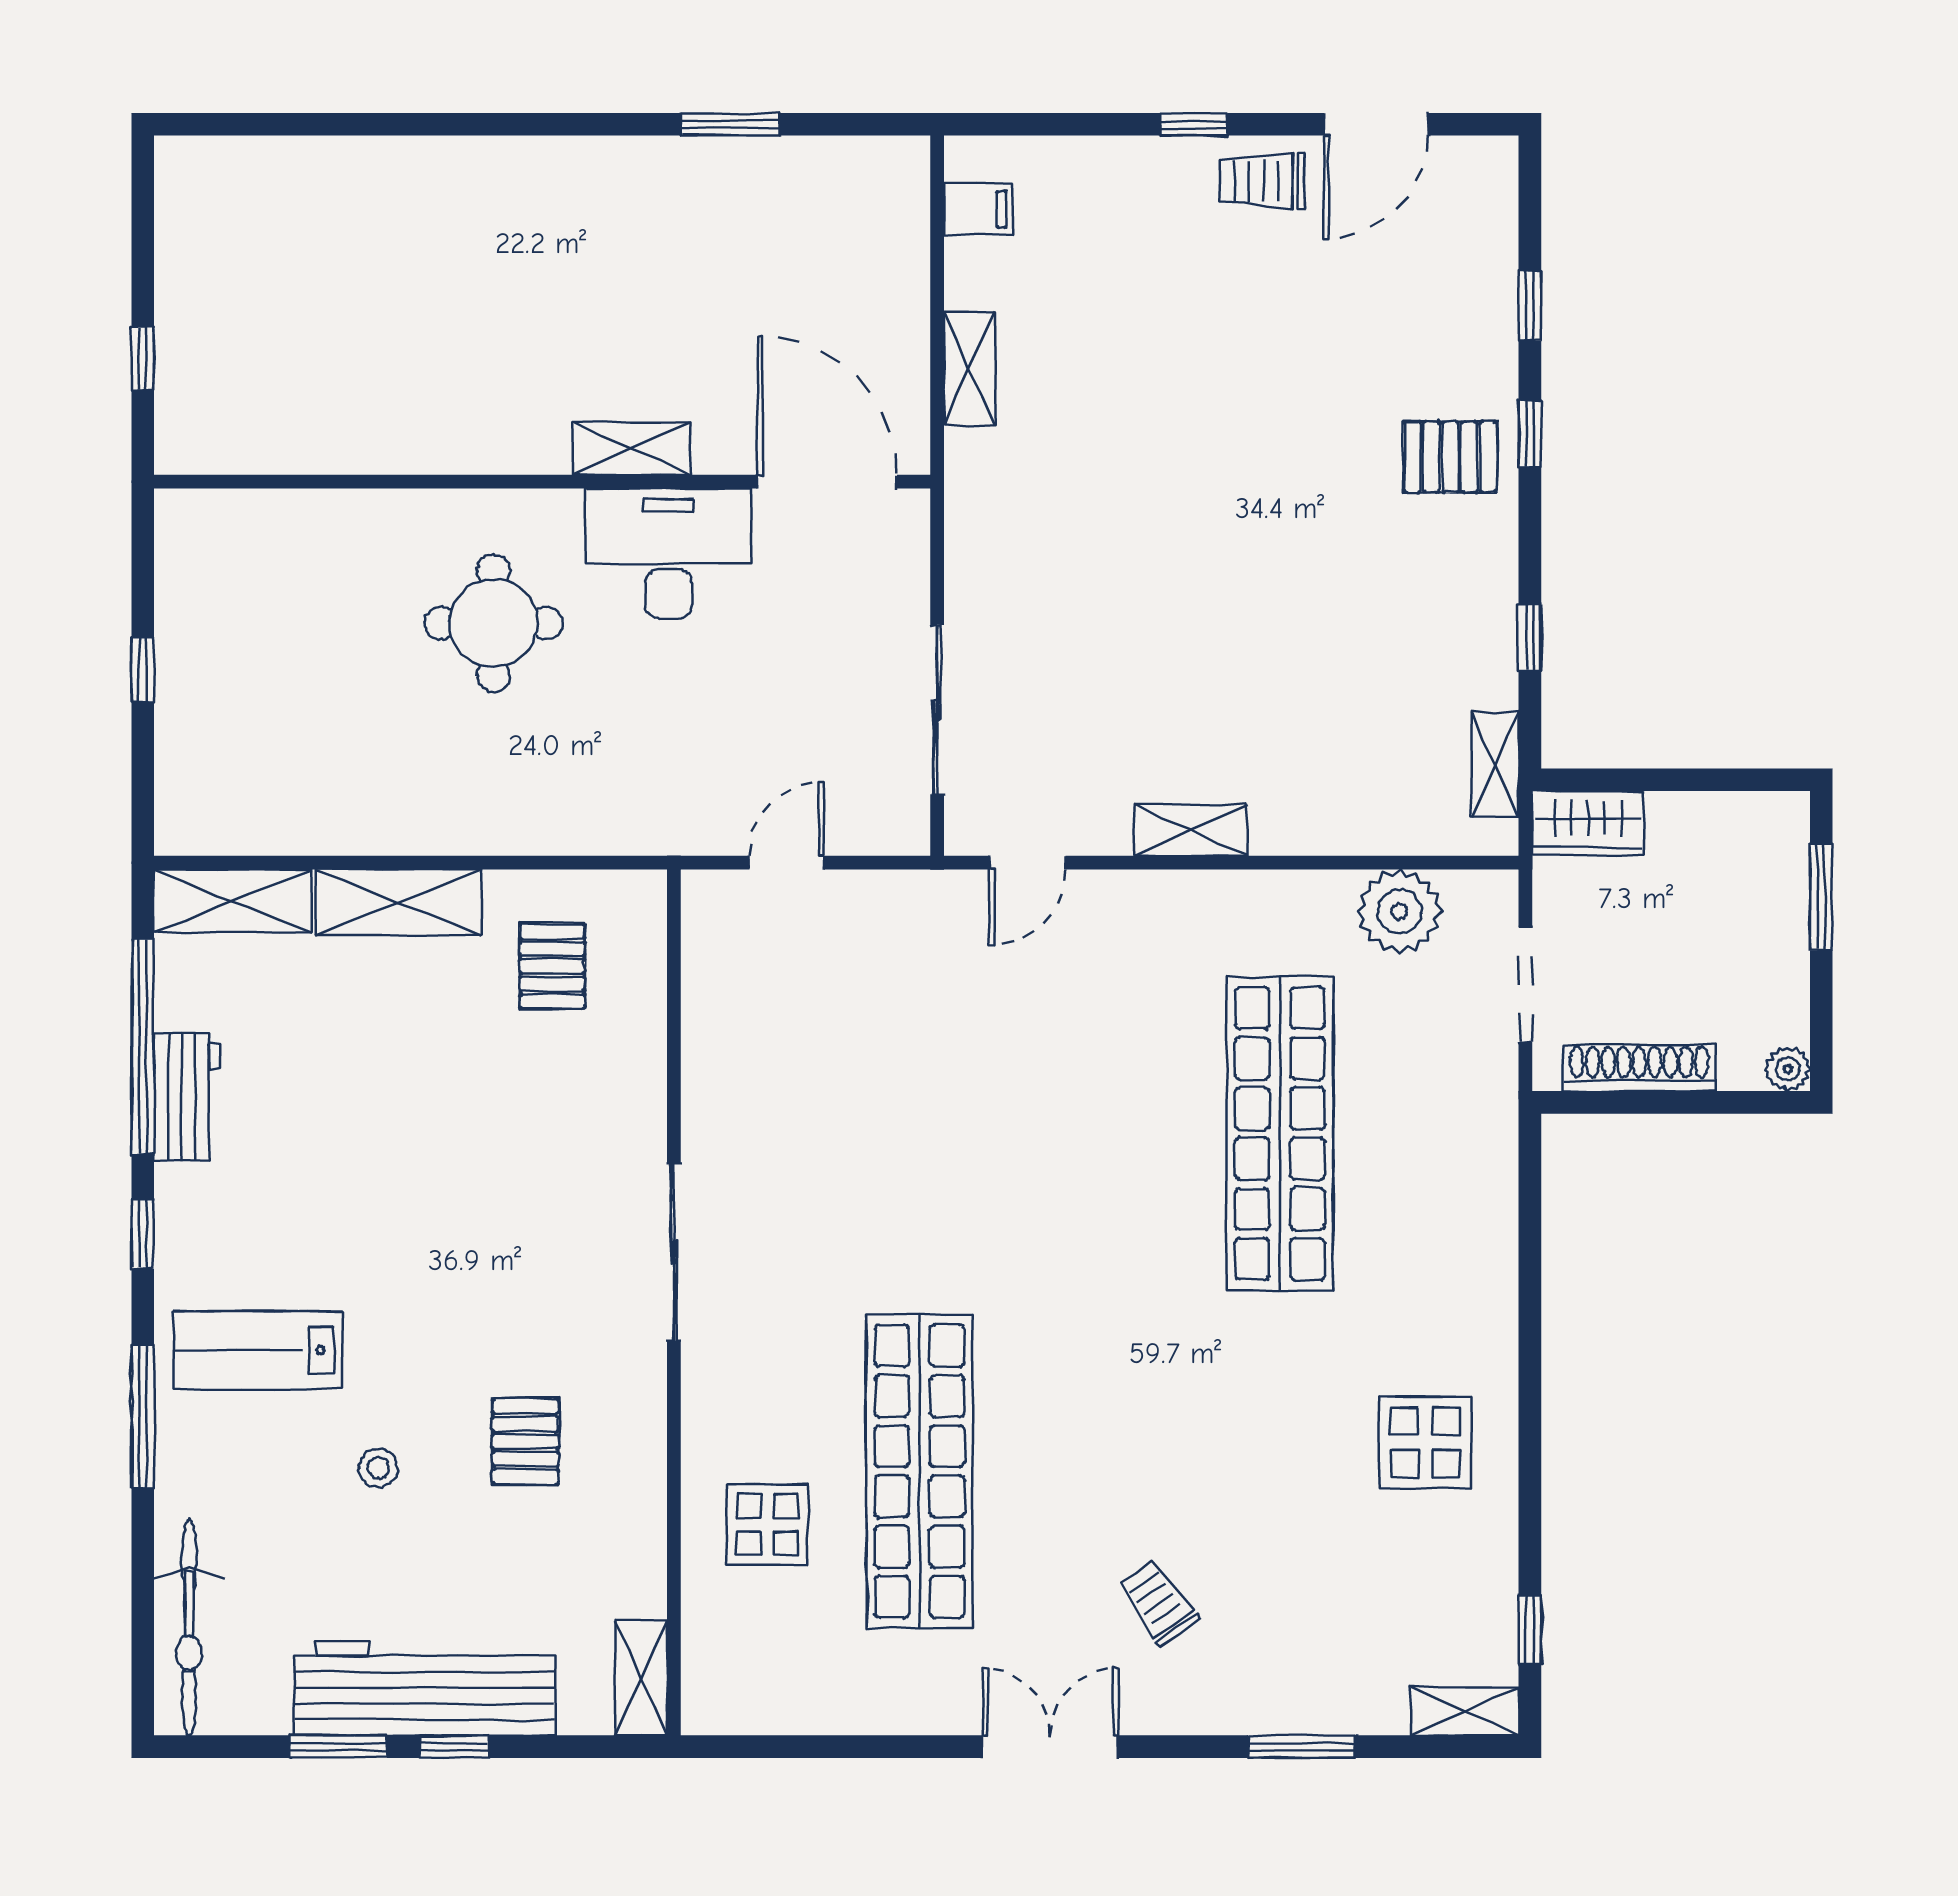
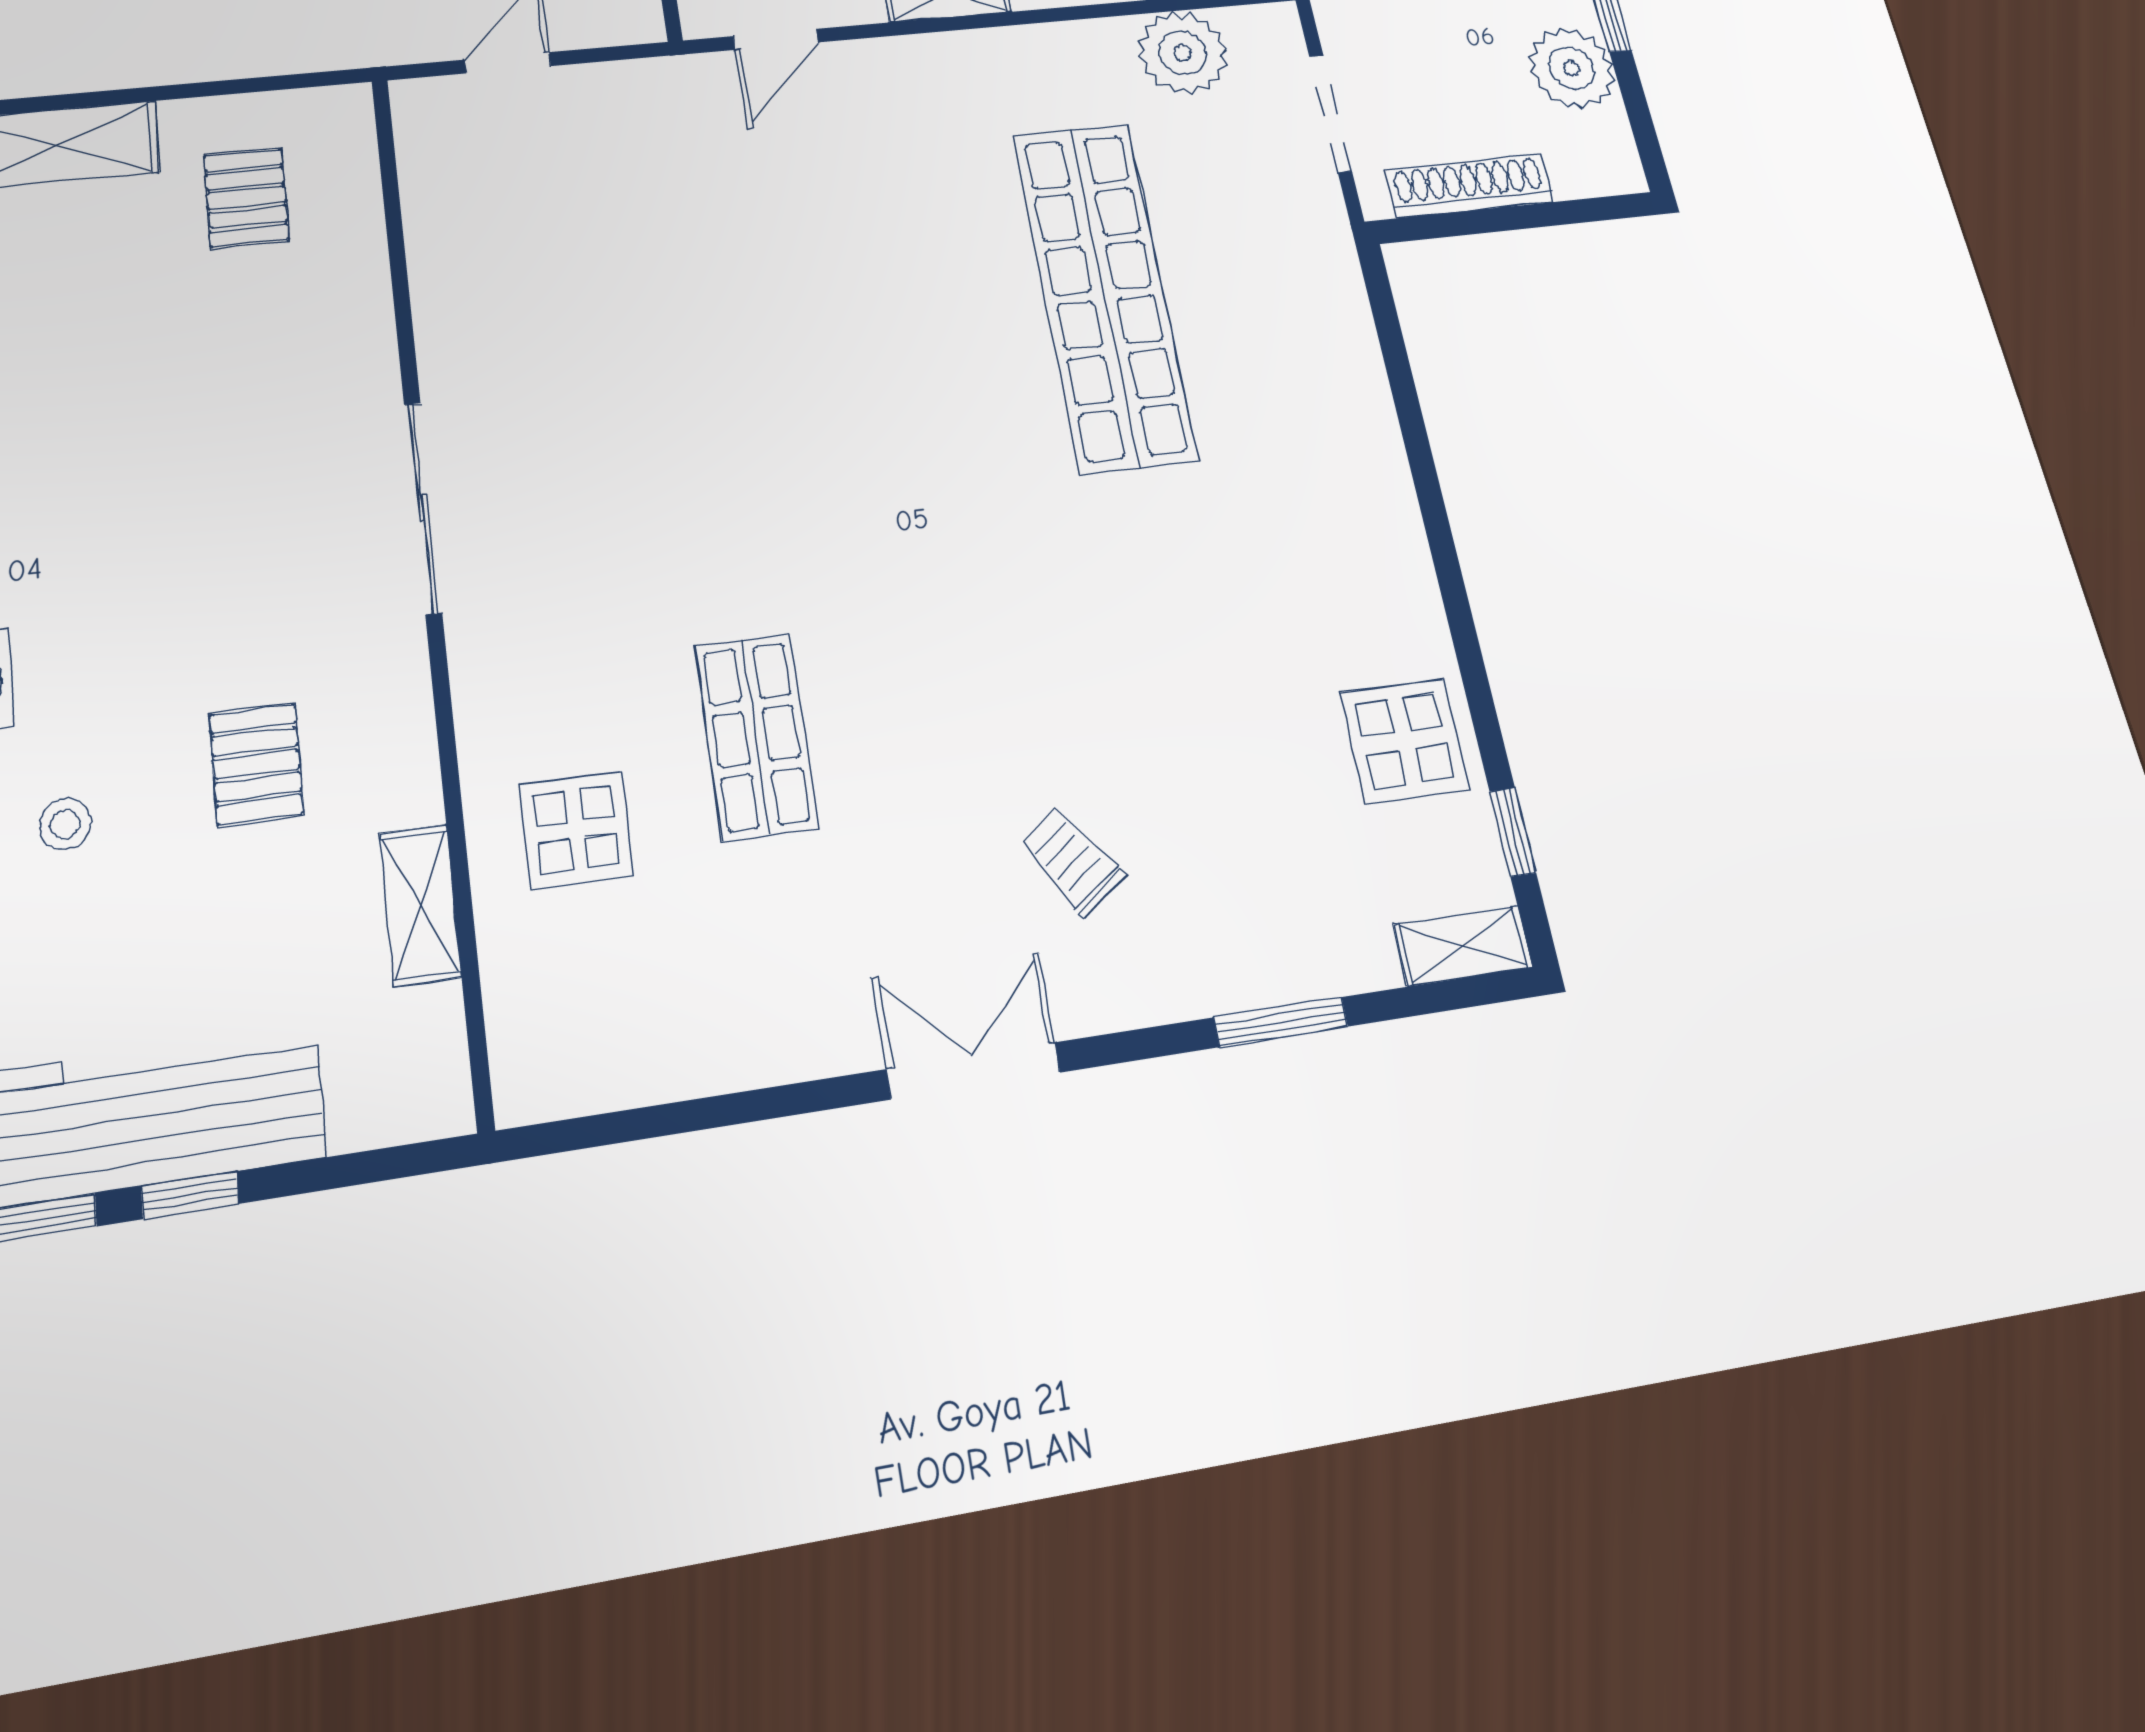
plant: (1788, 1069) -> (1571, 68), moved, width x1.88, depth x1.88
display table: (1425, 1442) -> (1404, 741), moved
shop shelf: (919, 1471) -> (756, 736), width x0.50, depth x0.74
shelving: (641, 1678) -> (420, 905), moved

